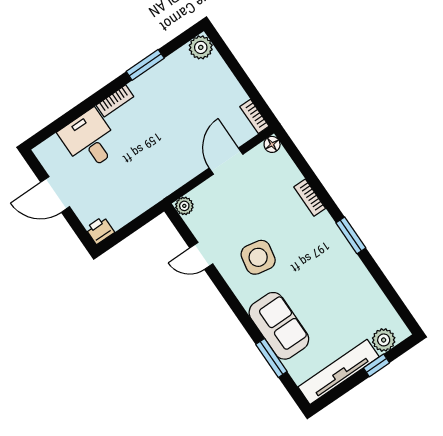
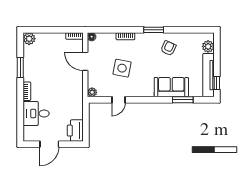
printer: (100, 230) -> (75, 131), width x1.87, depth x1.48
side table: (258, 257) -> (122, 68), moved
armchair: (338, 279) -> (168, 48), added
window: (376, 365) -> (217, 83), moved

